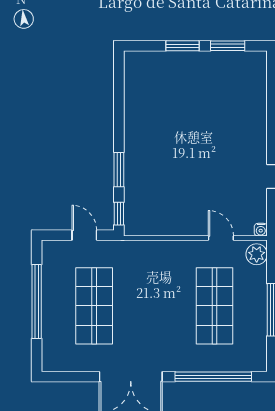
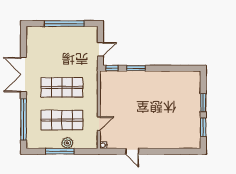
plant: (257, 254) -> (67, 143), moved
shop shelf: (94, 306) -> (62, 87), moved

